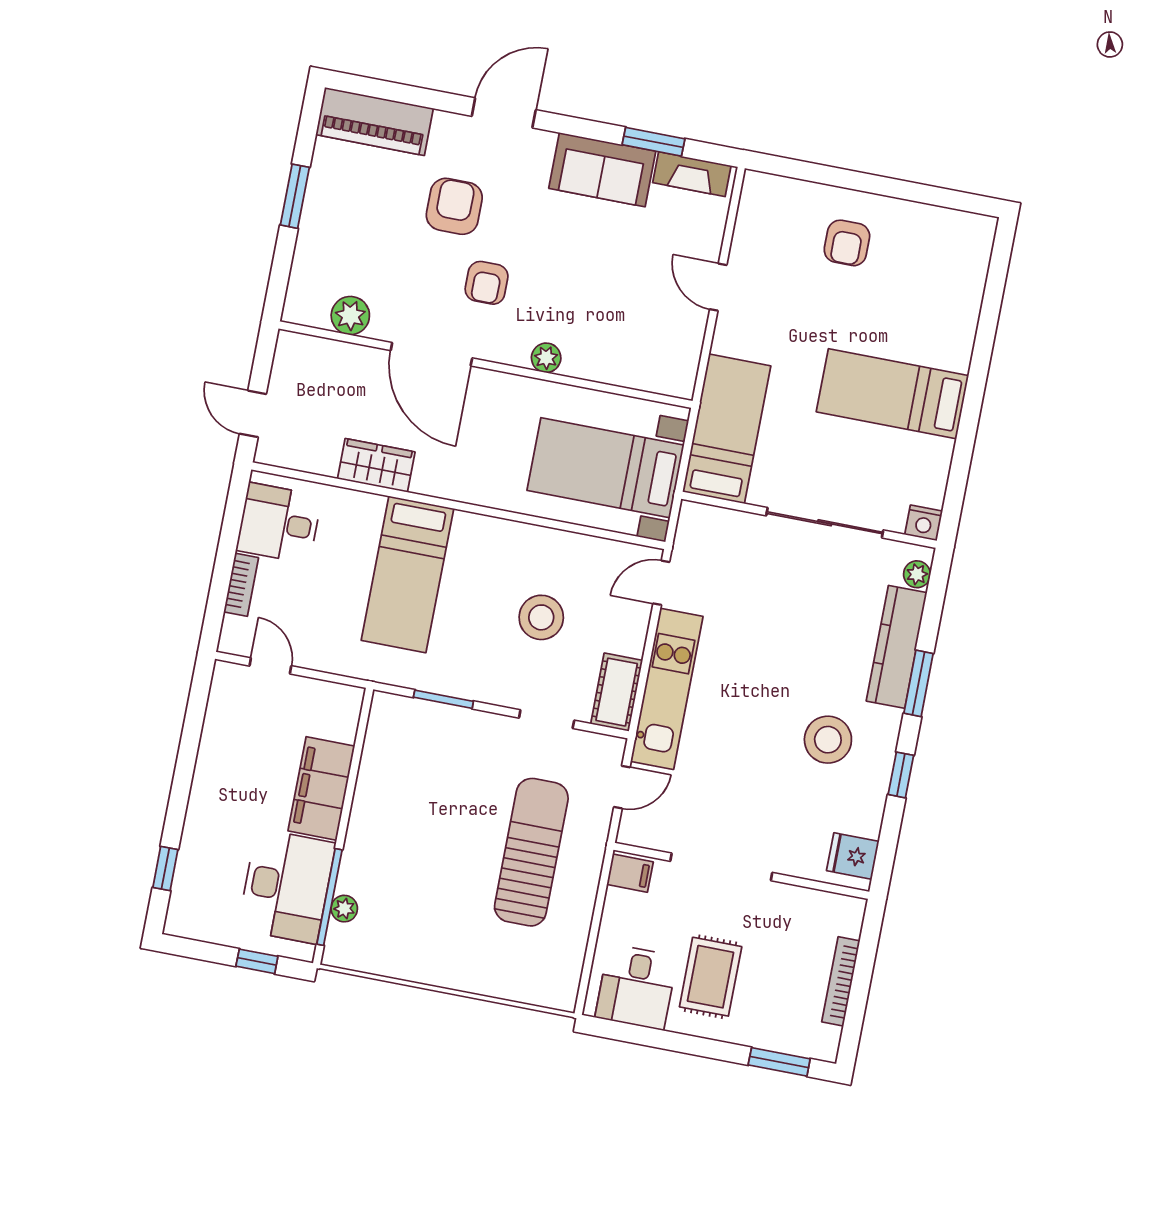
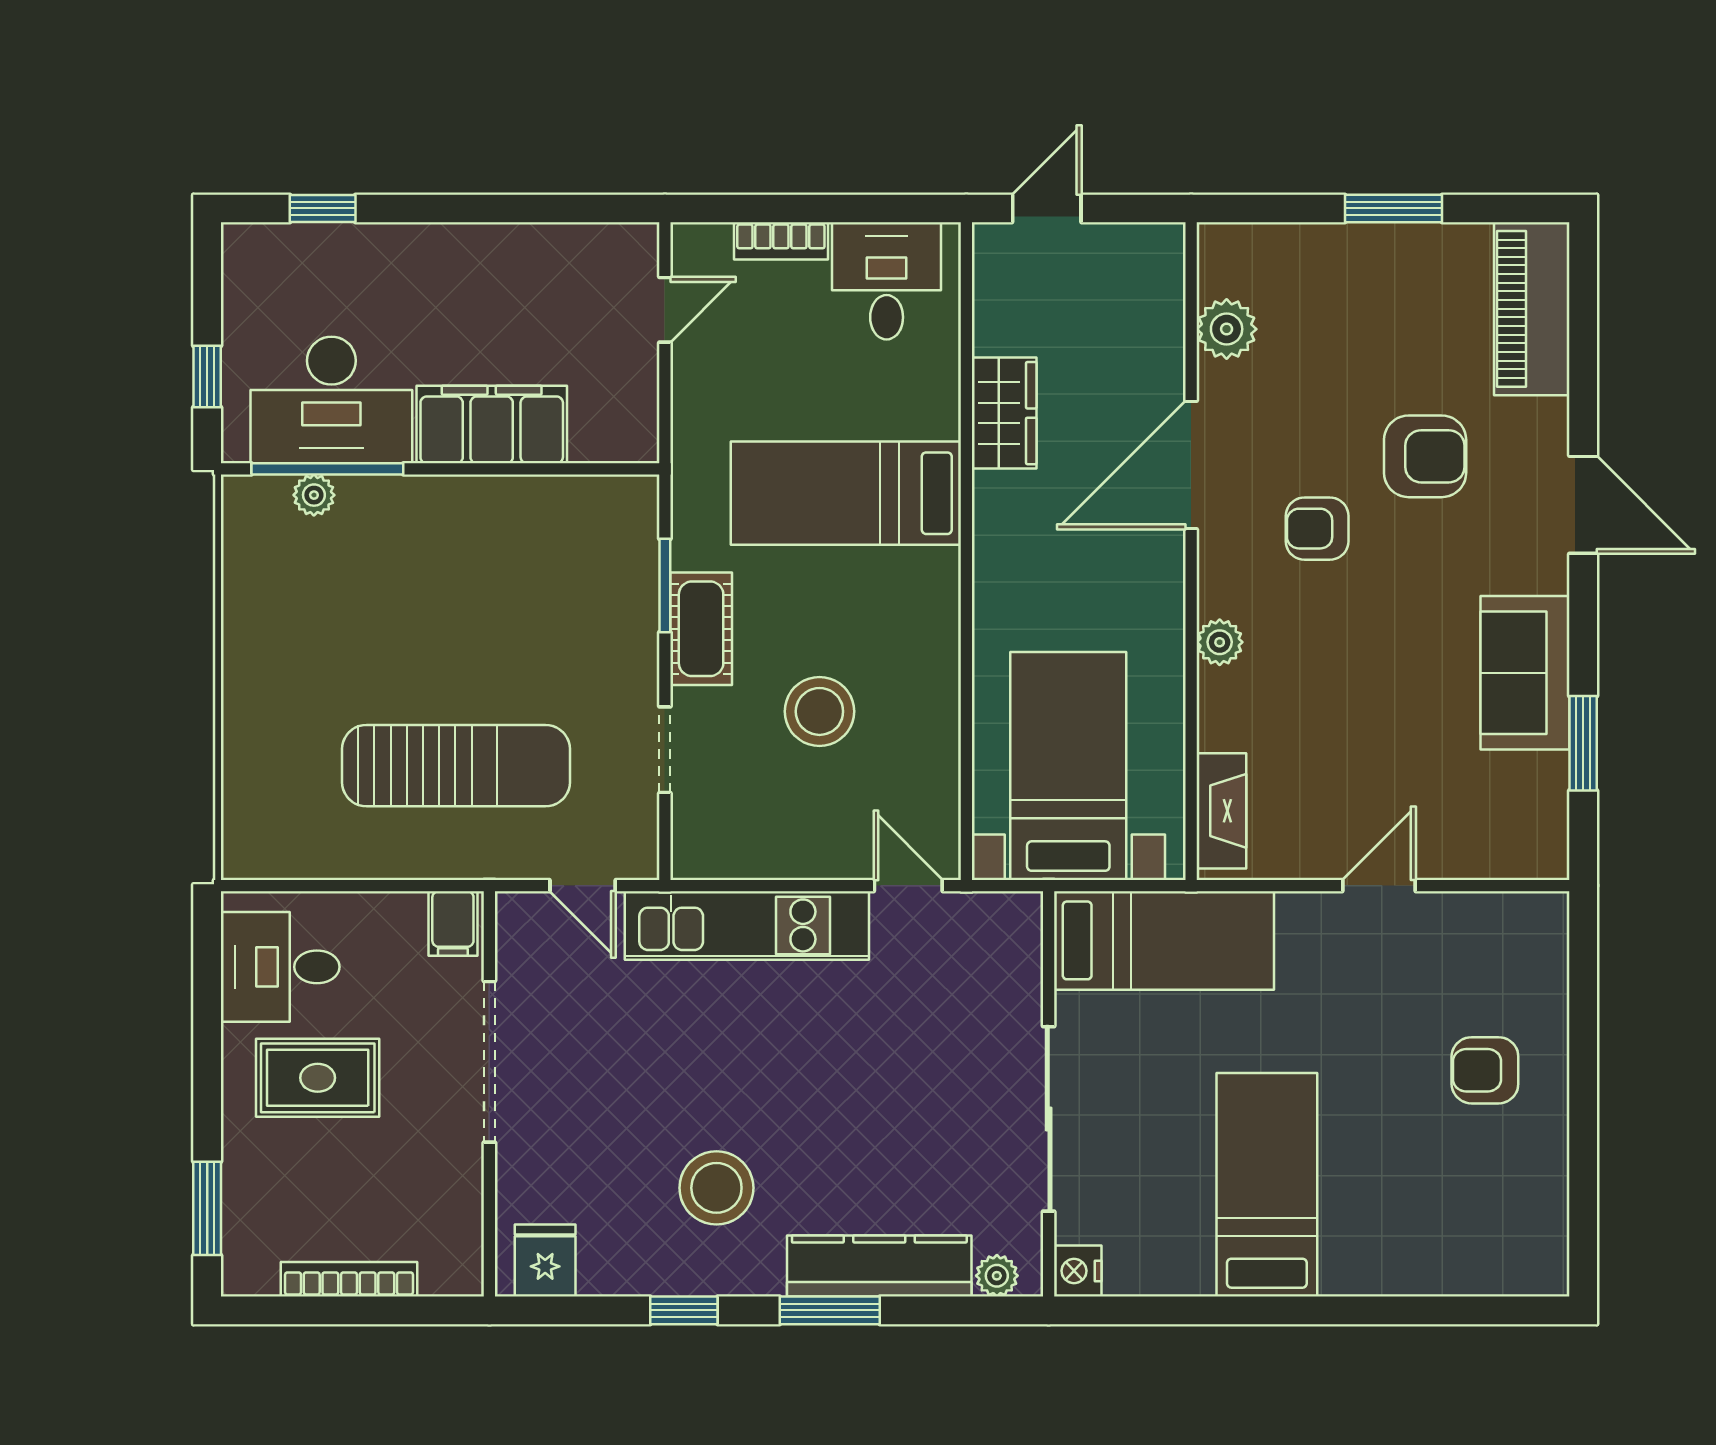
fireplace: (692, 174) -> (1221, 811), moved, turned 180
cot: (617, 692) -> (701, 629), moved, turned 90

